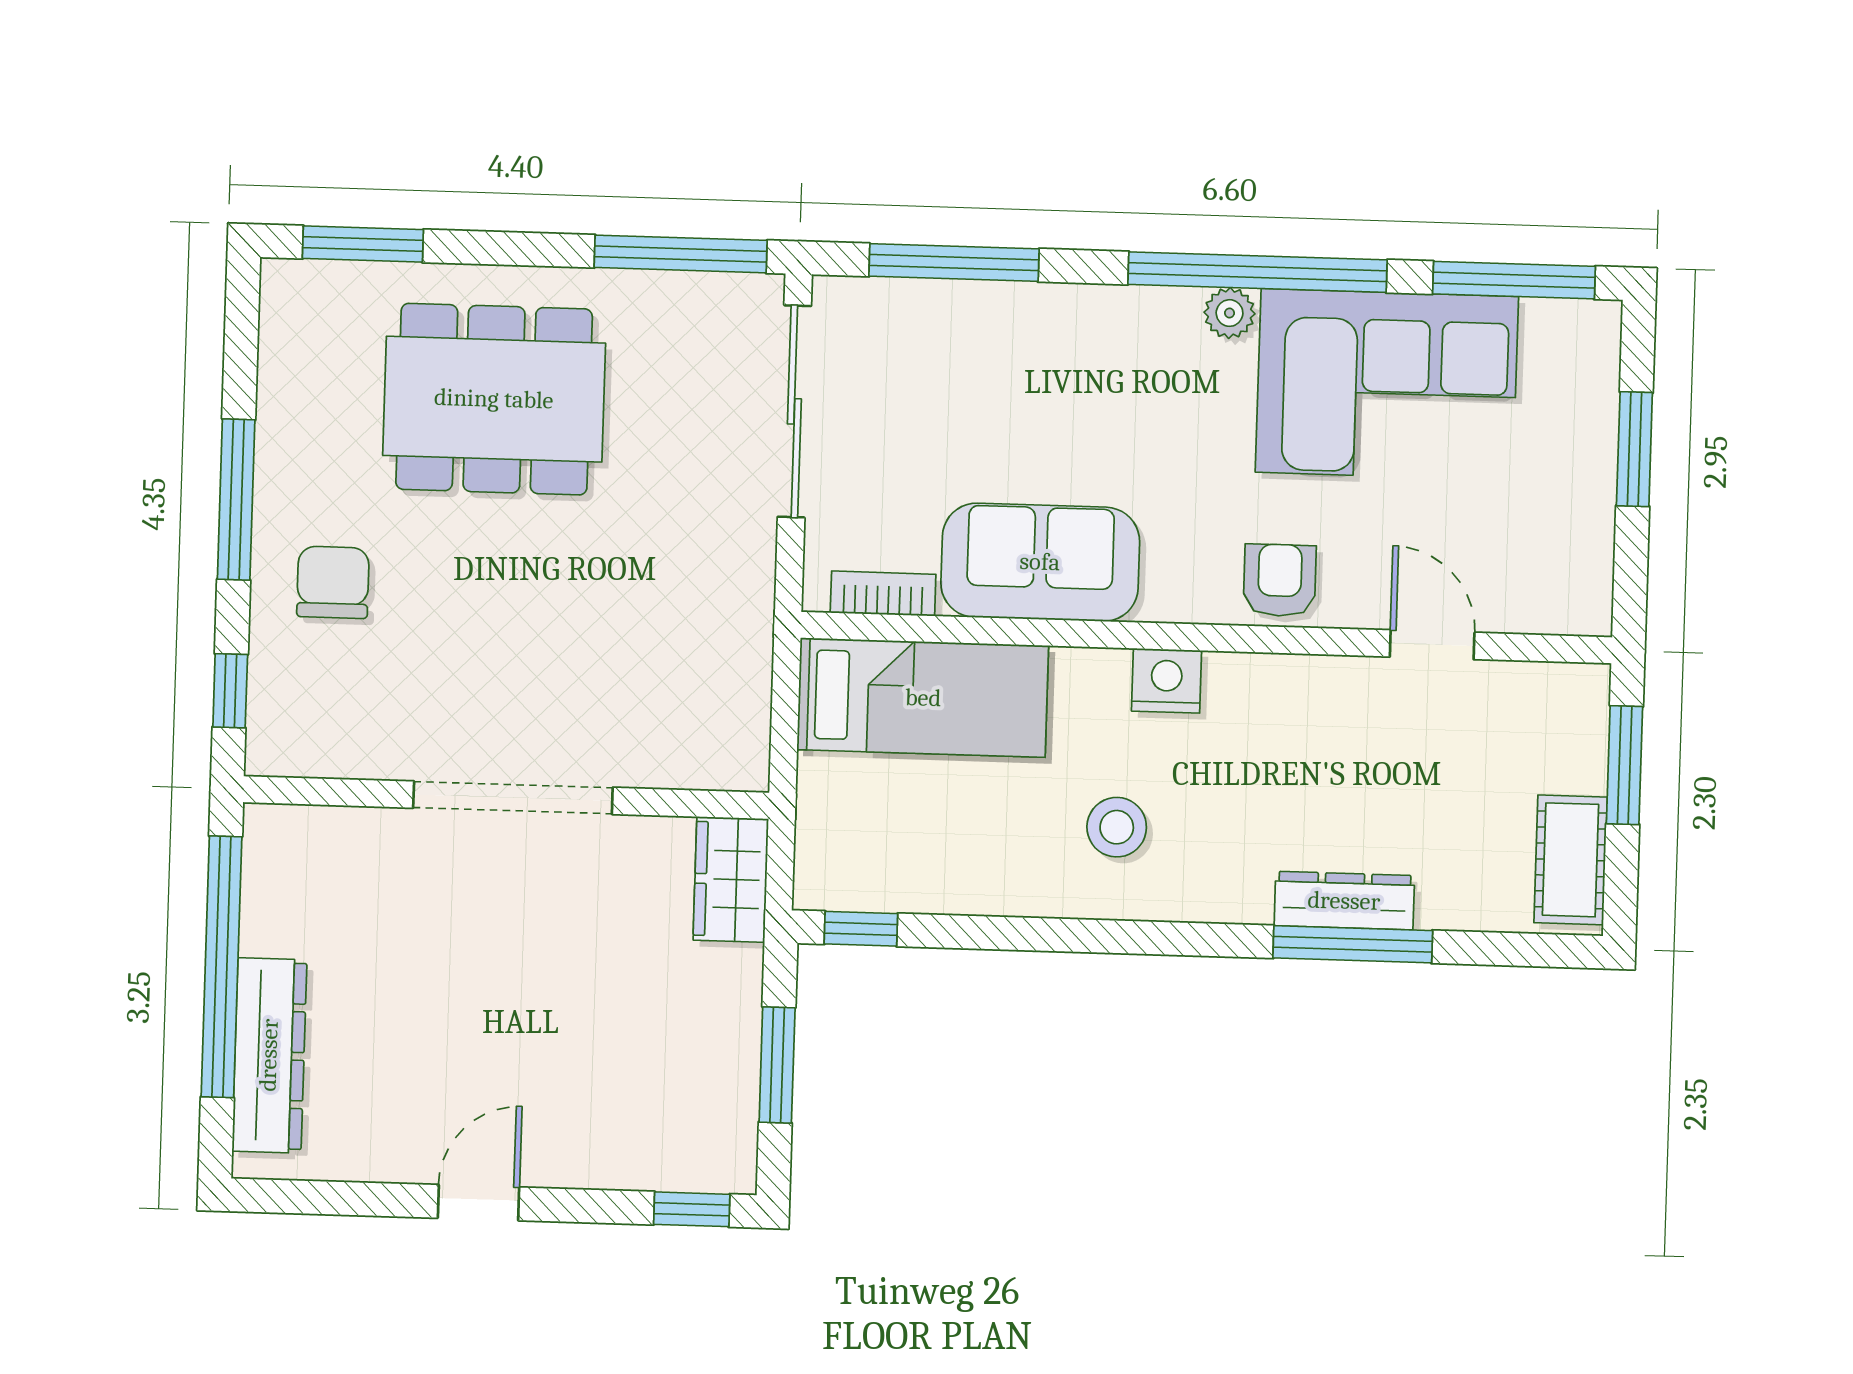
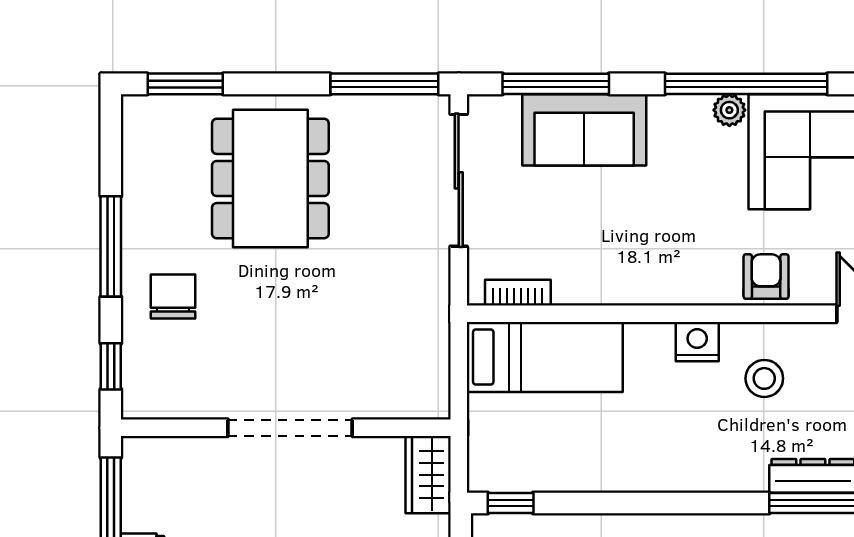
dining table: (494, 399) -> (270, 179), turned 90
sofa: (1040, 562) -> (584, 130), moved, turned 180
stool: (1117, 827) -> (764, 378), moved

